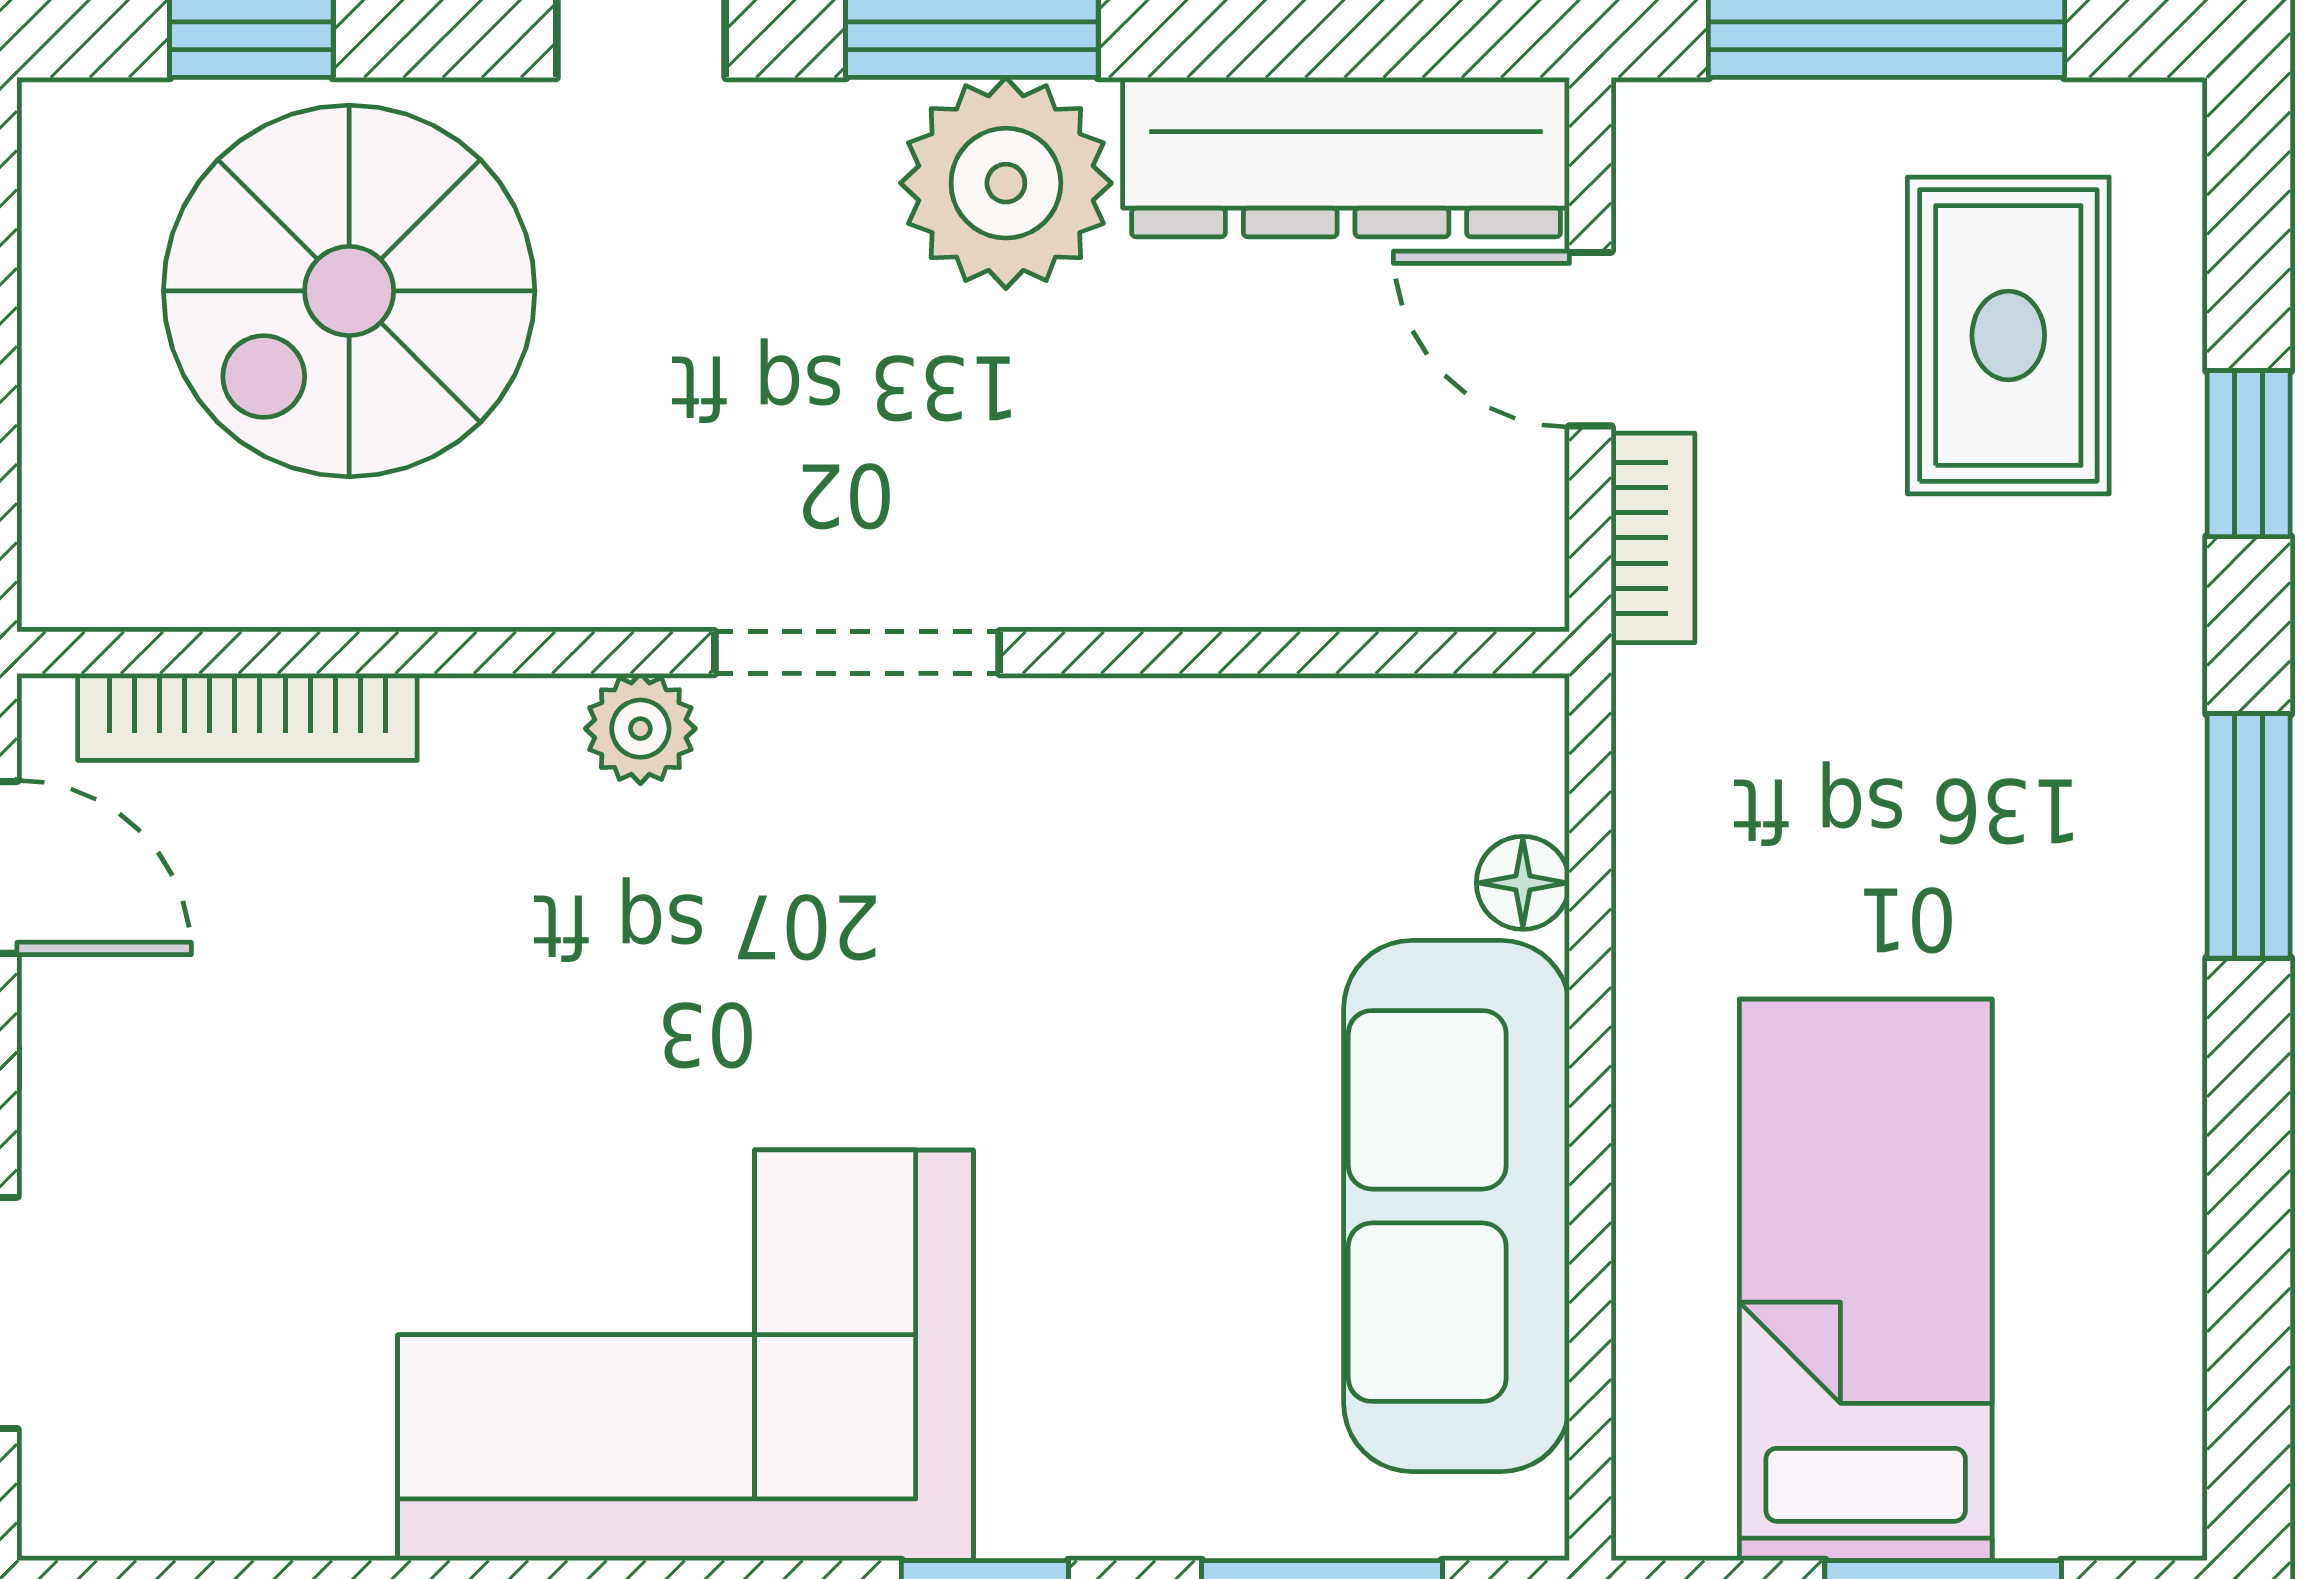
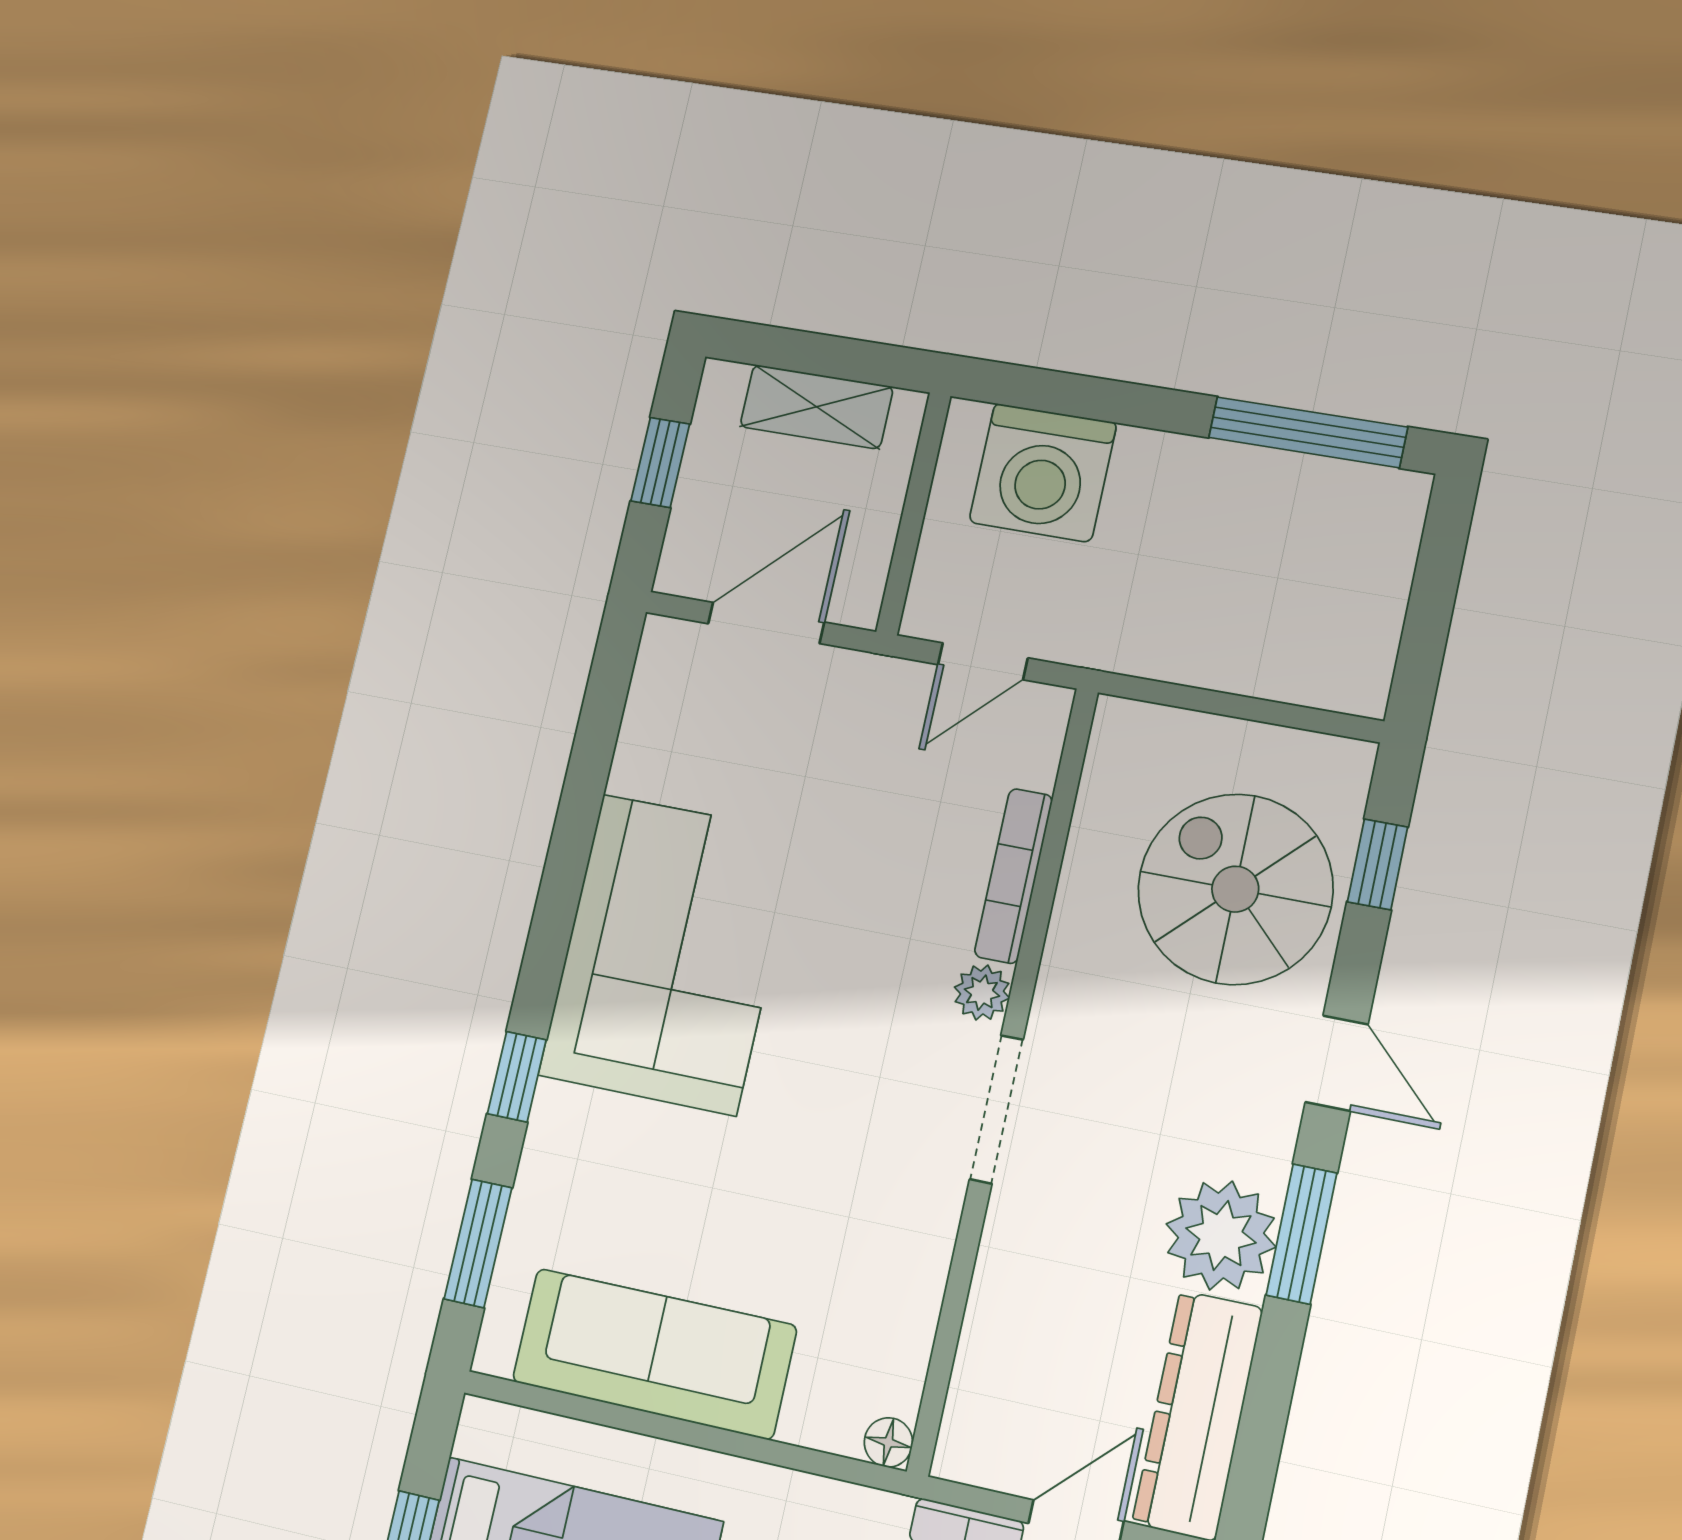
bookcase: (247, 717) -> (1014, 876), moved
floor lamp: (1523, 883) -> (888, 1442), moved

